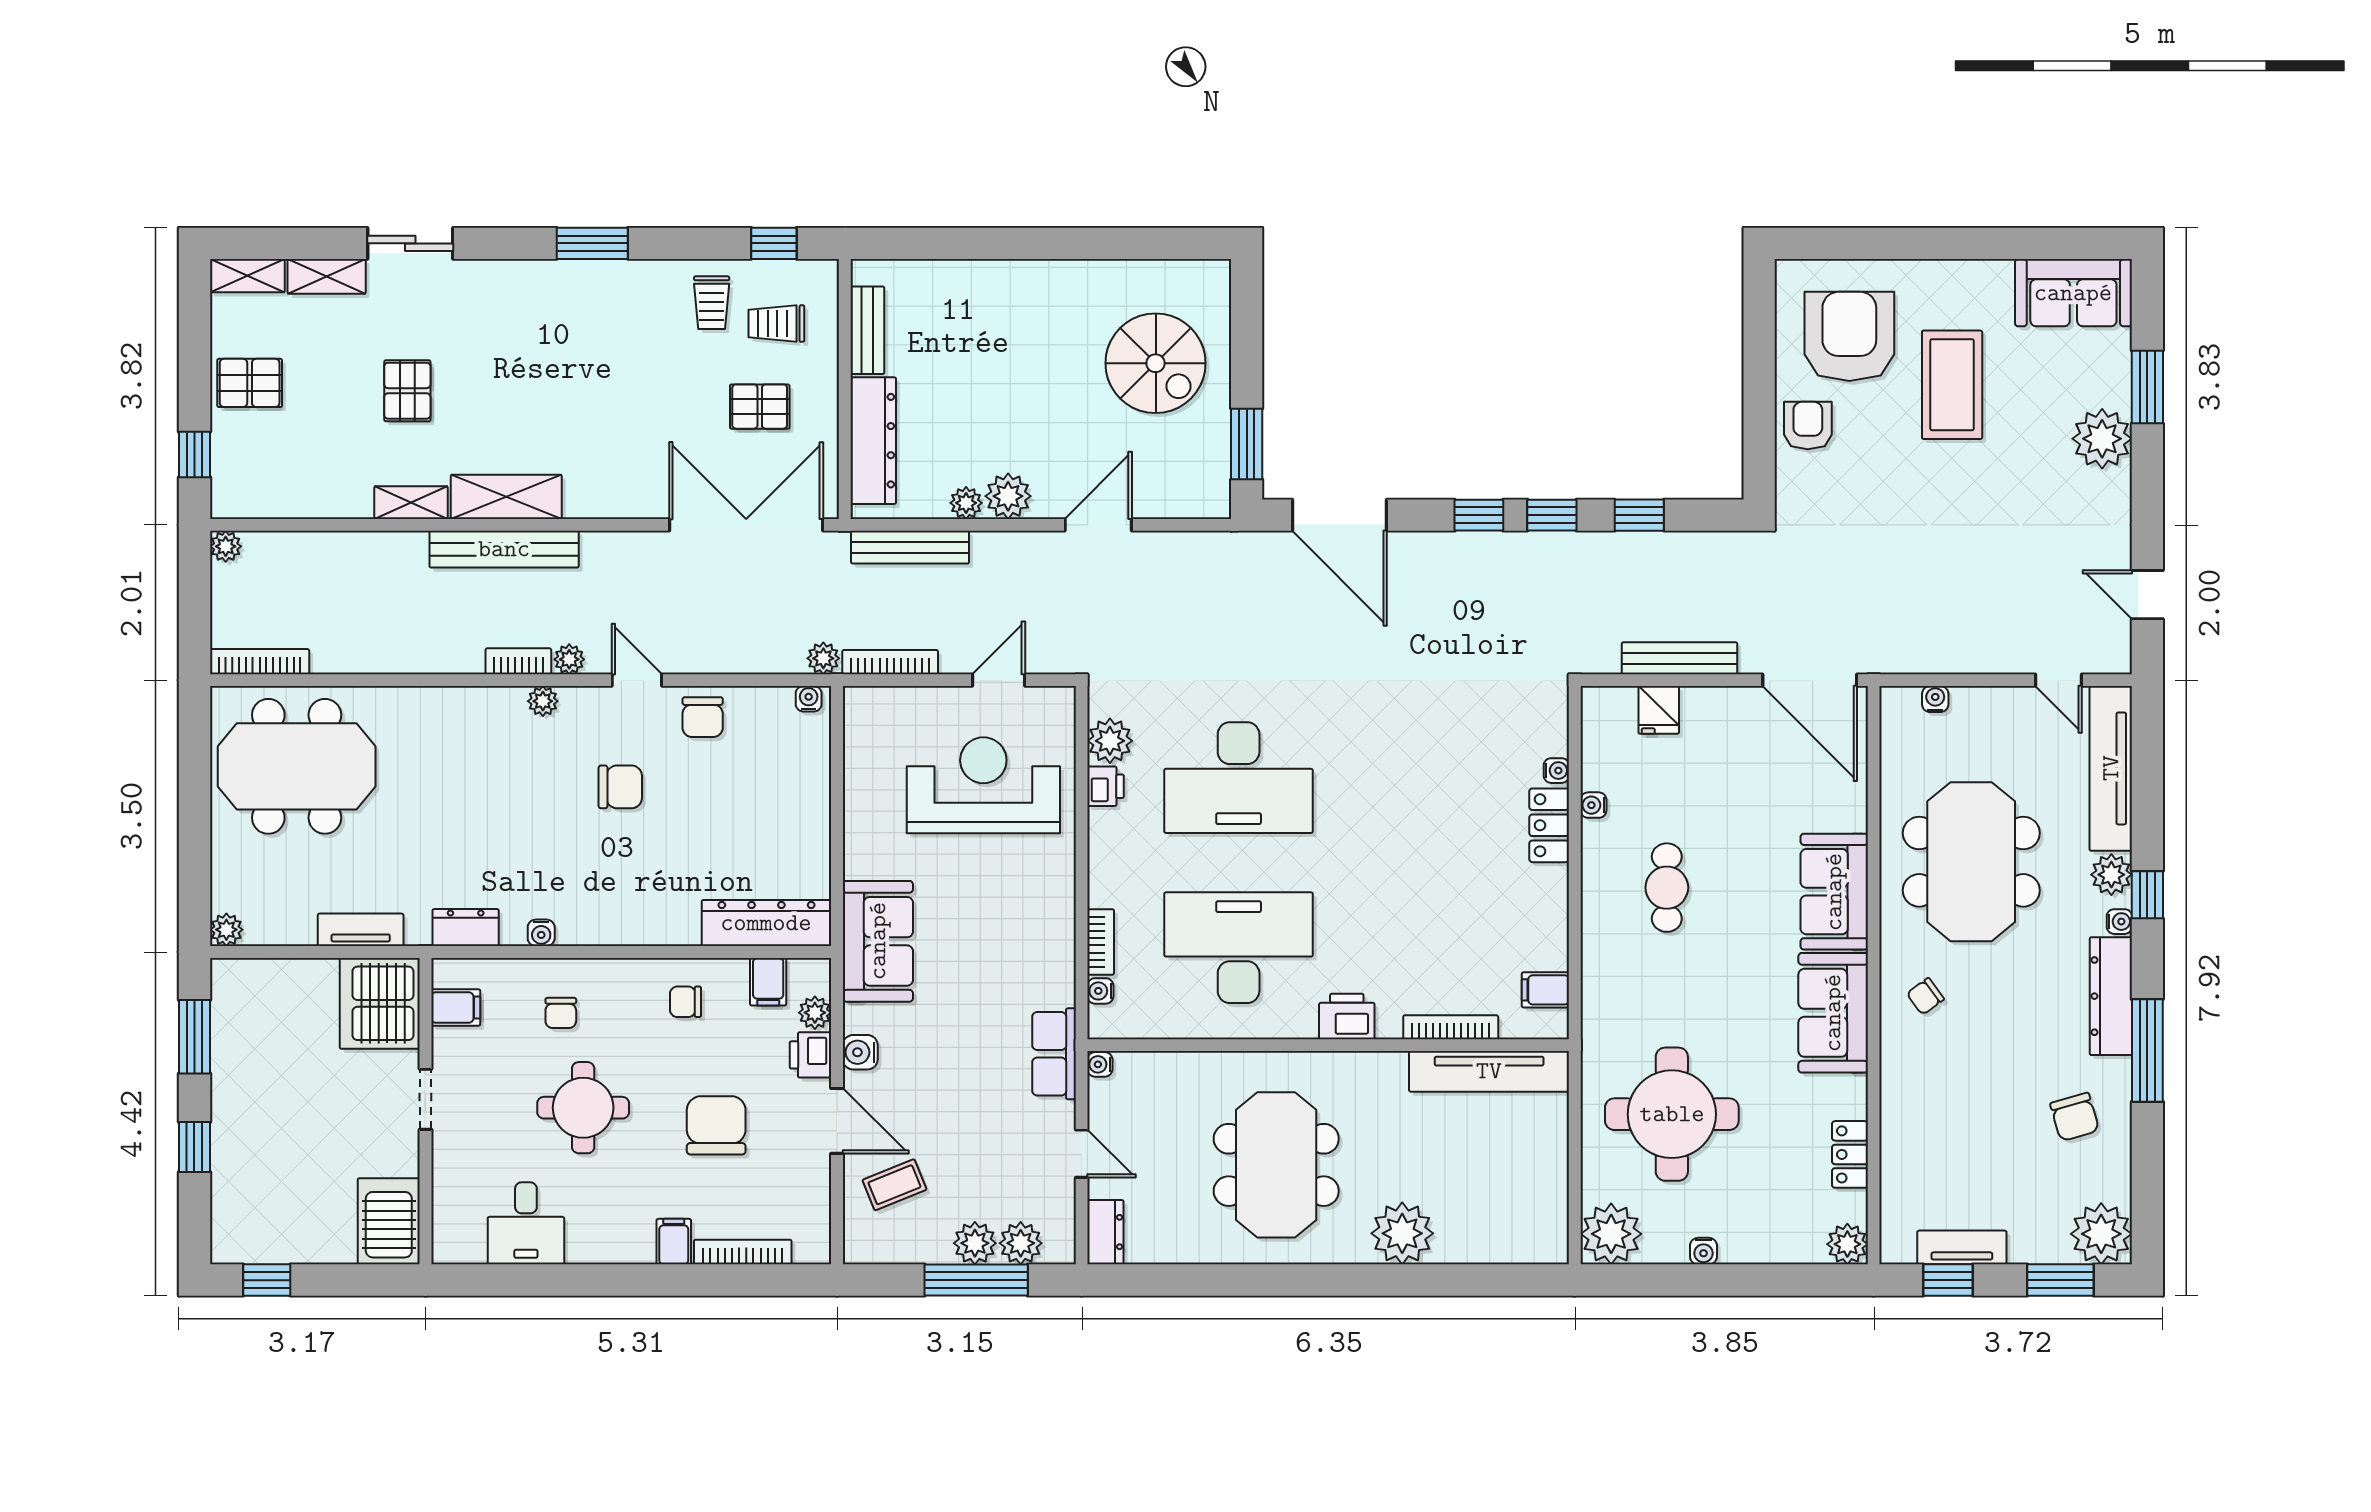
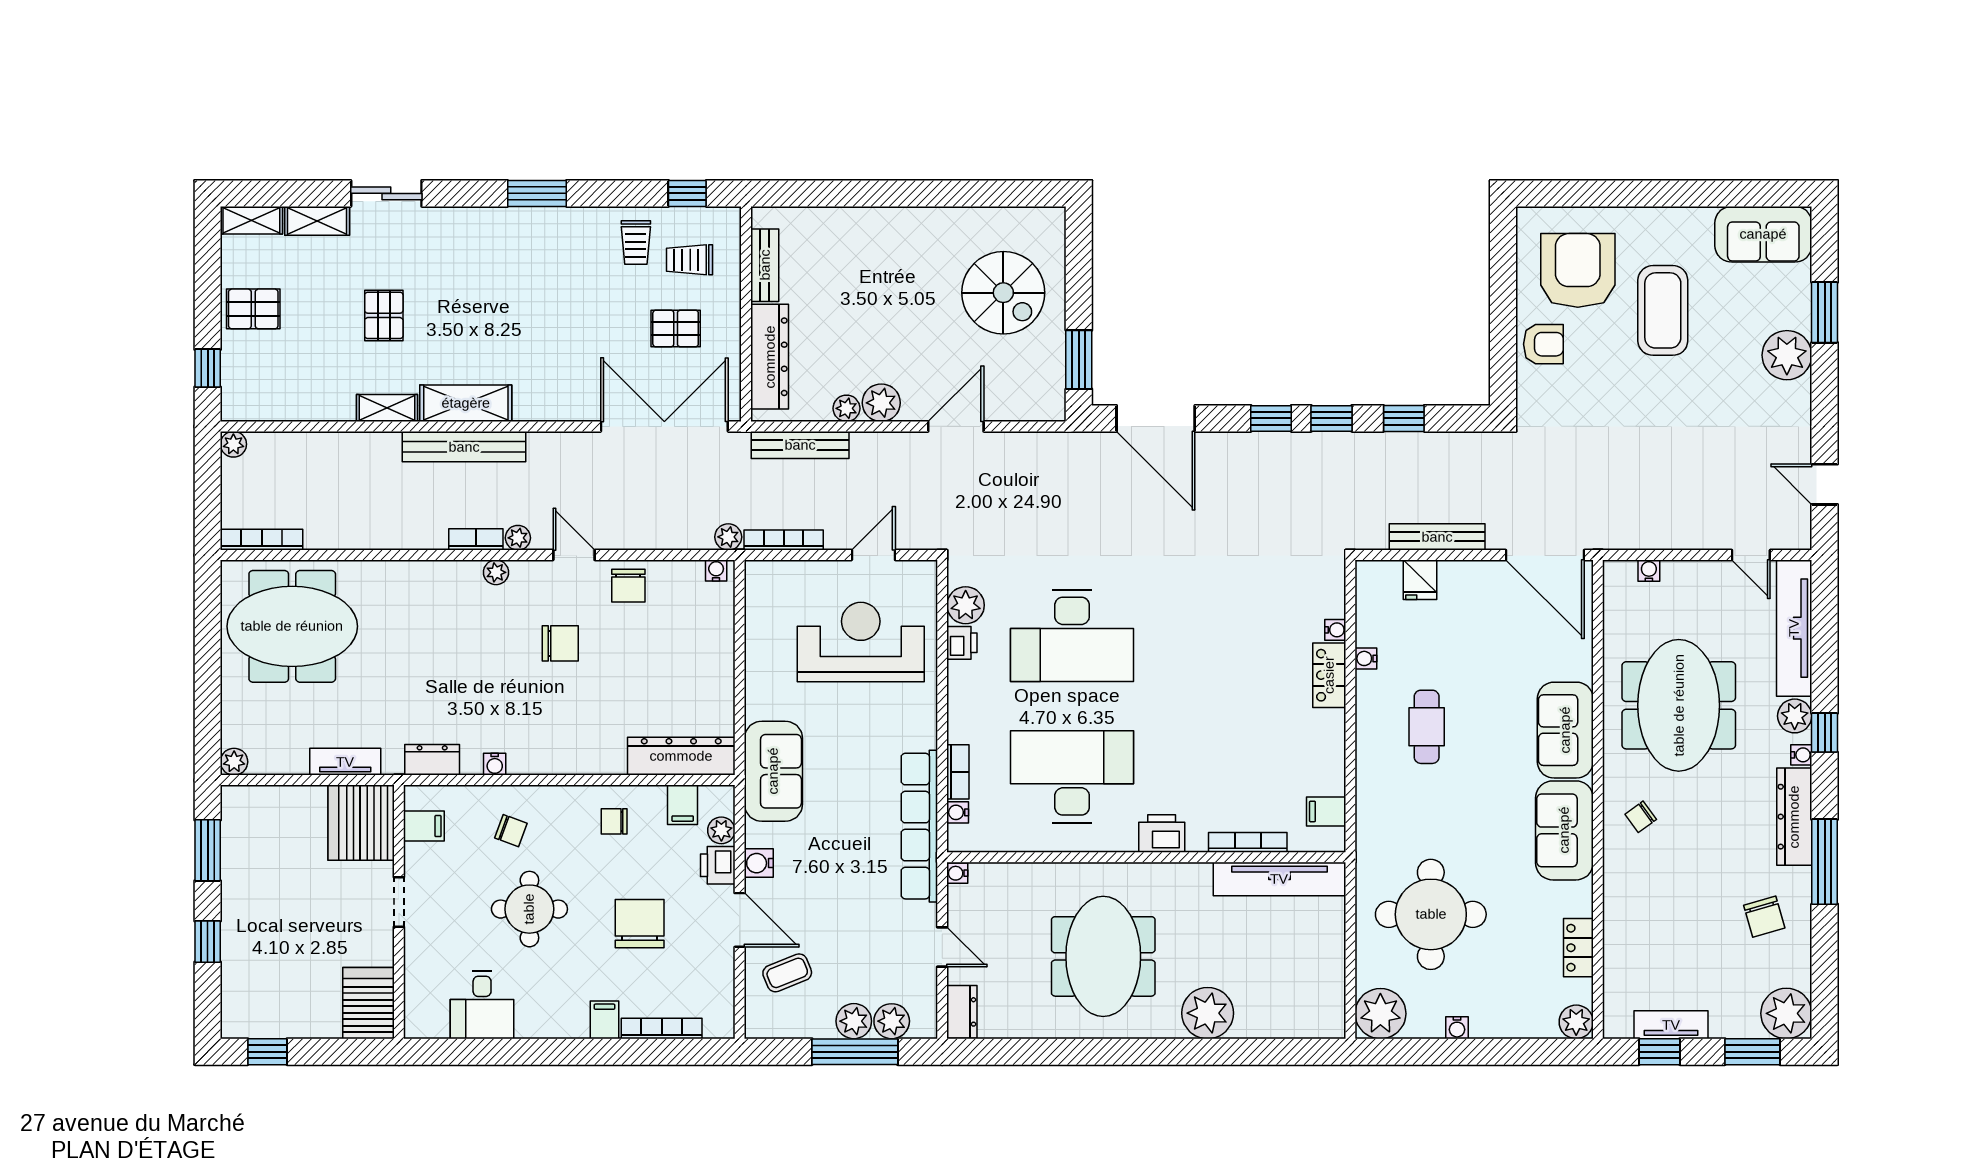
armchair: (1808, 425) -> (1543, 344), turned 90
chair: (561, 1013) -> (511, 831), turned -70
row of seats: (1054, 1054) -> (919, 826), width x2.02

